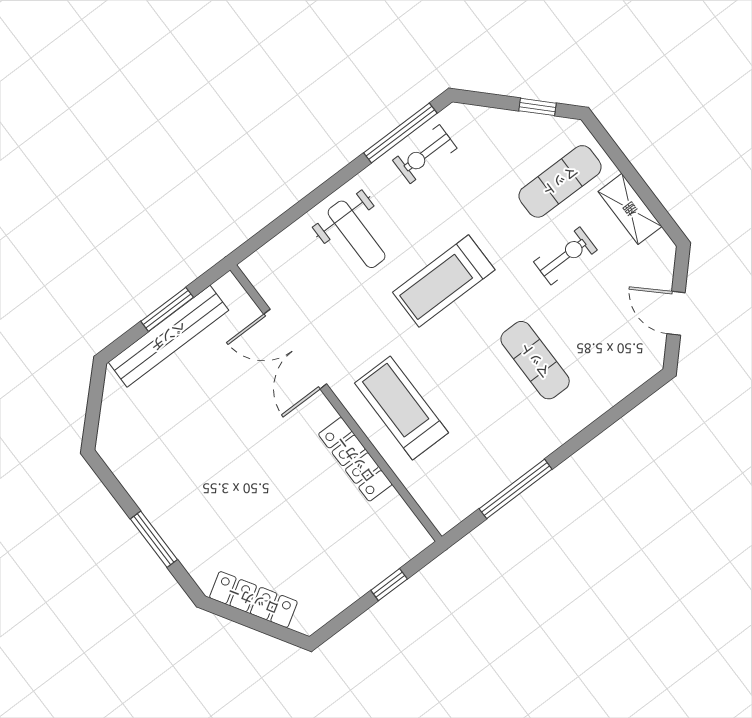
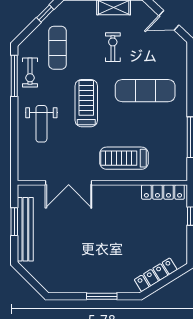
exercise mat: (560, 181) -> (58, 48), moved
weight bench: (357, 234) -> (41, 124), turned 90
treadmill: (444, 281) -> (86, 103), turned 180
exercise mat: (535, 360) -> (145, 91), width x1.36, depth x1.45
locker: (355, 459) -> (163, 192), moved

